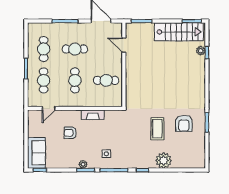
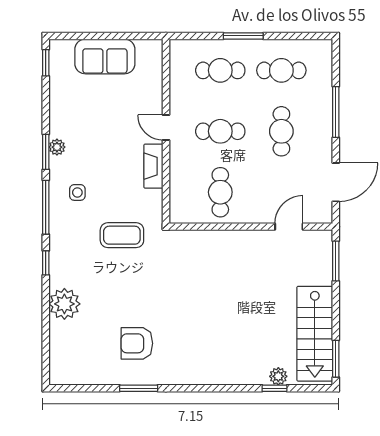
door: (49, 108) -> (166, 127), moved
coffee table: (157, 129) -> (122, 235), moved
armchair: (70, 133) -> (118, 122), removed
sofa: (36, 153) -> (105, 56), moved

